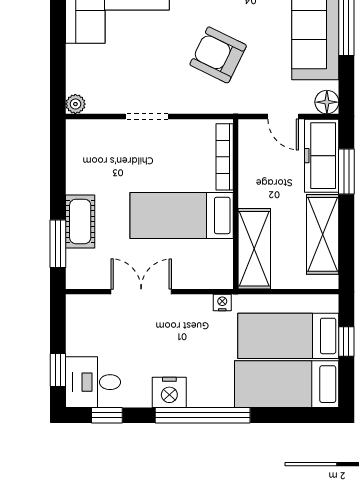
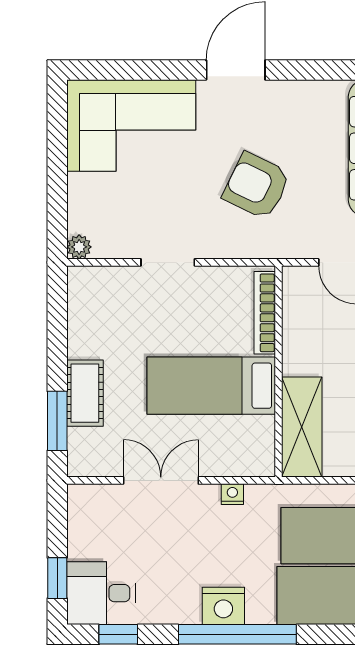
nightstand: (222, 303) -> (232, 494), moved
nightstand: (169, 392) -> (223, 606), moved

